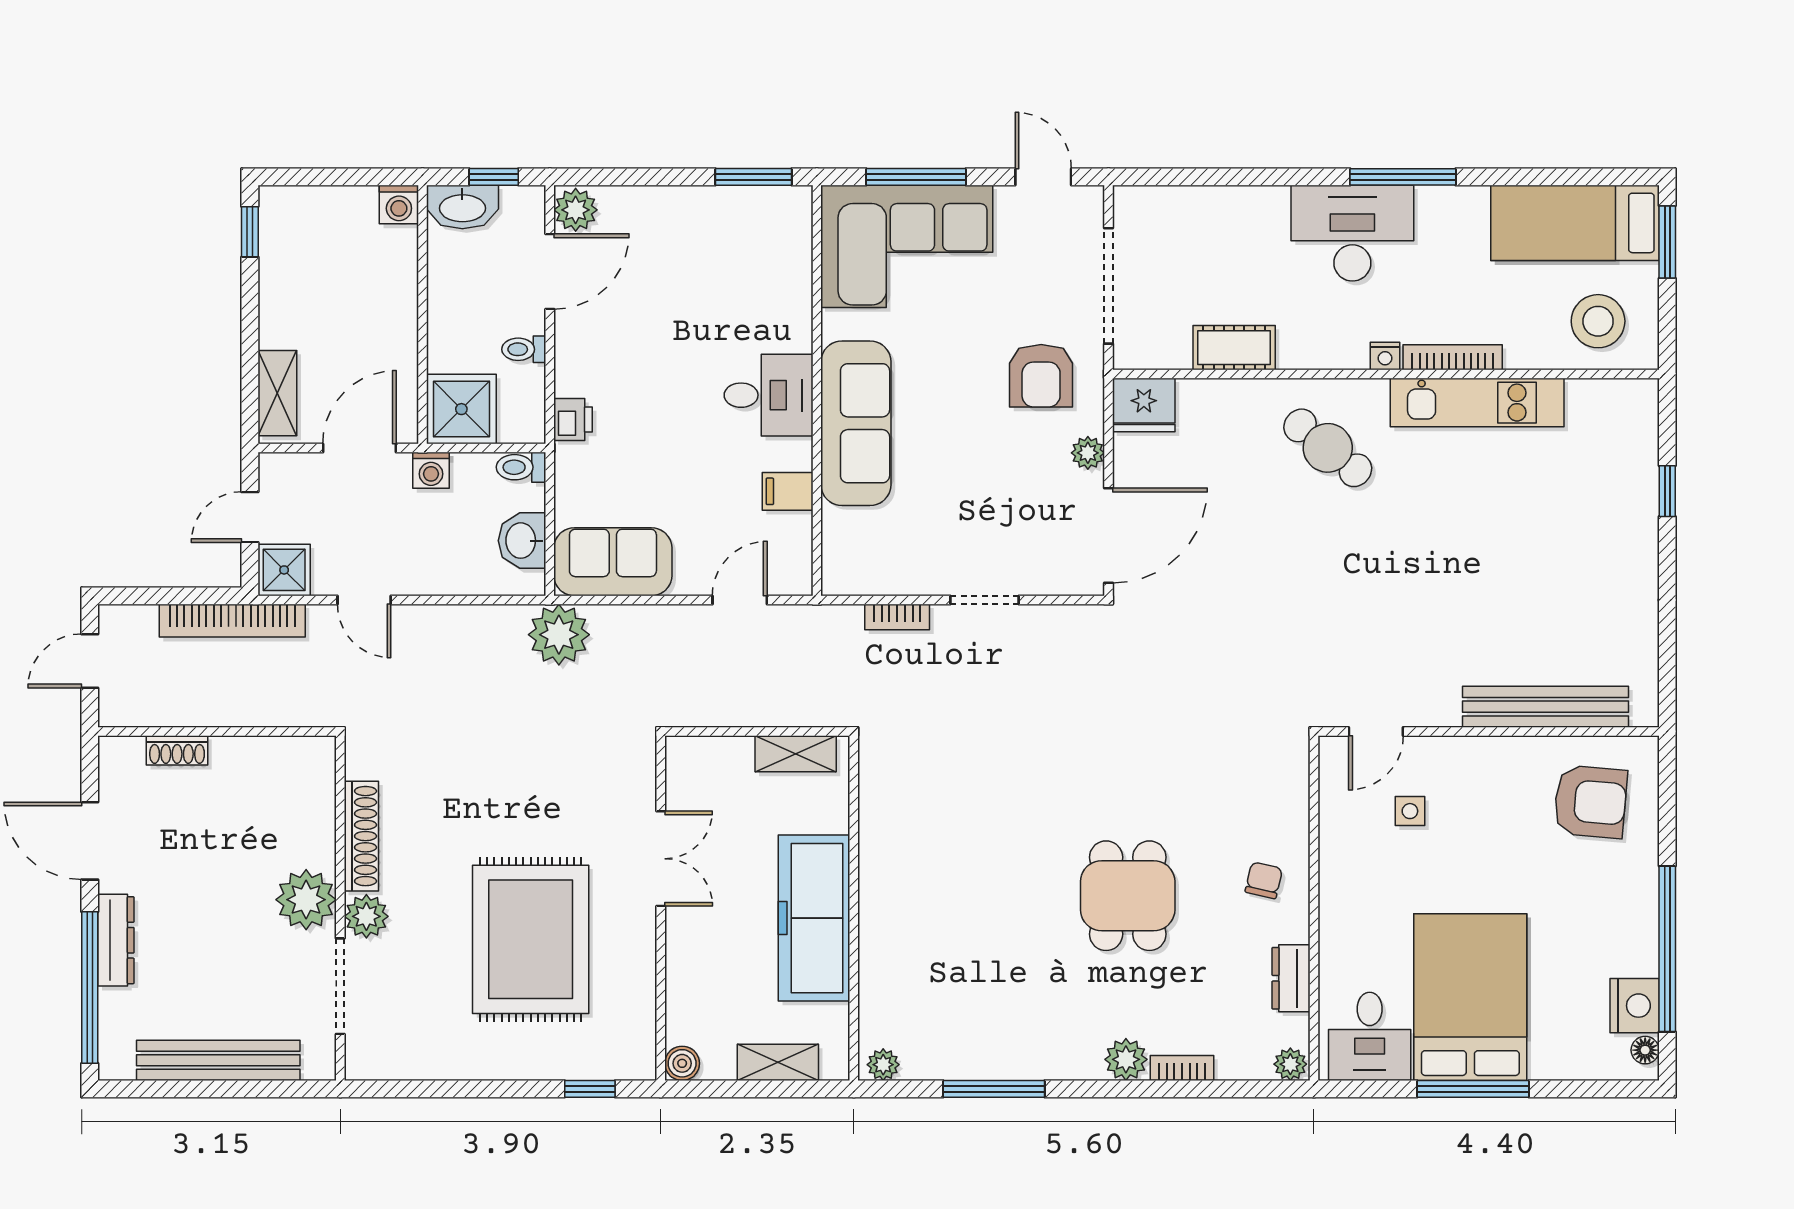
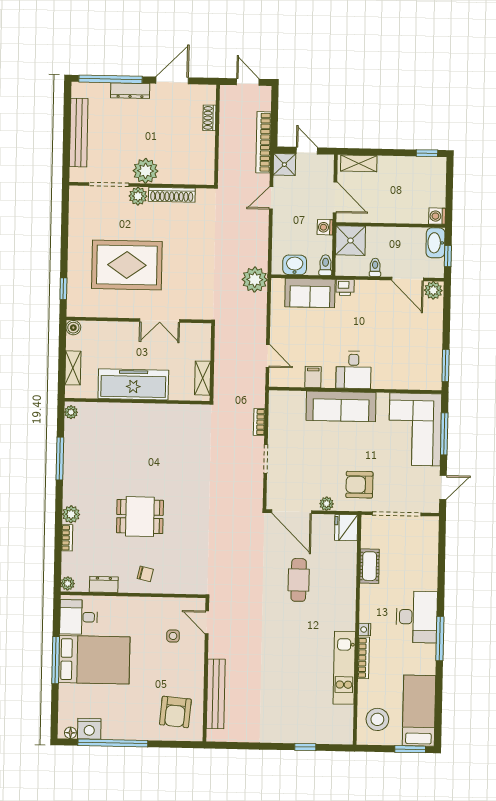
cafe table: (1328, 448) -> (299, 580), moved, turned -39
sofa: (613, 562) -> (310, 293), moved, turned 90

